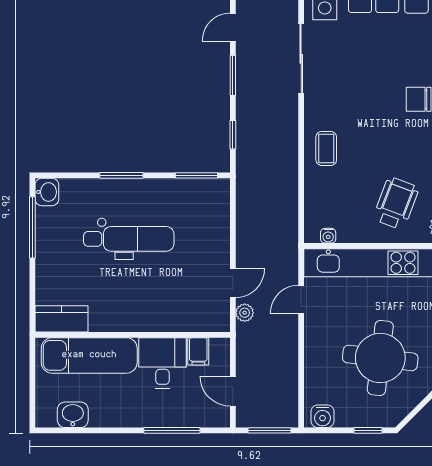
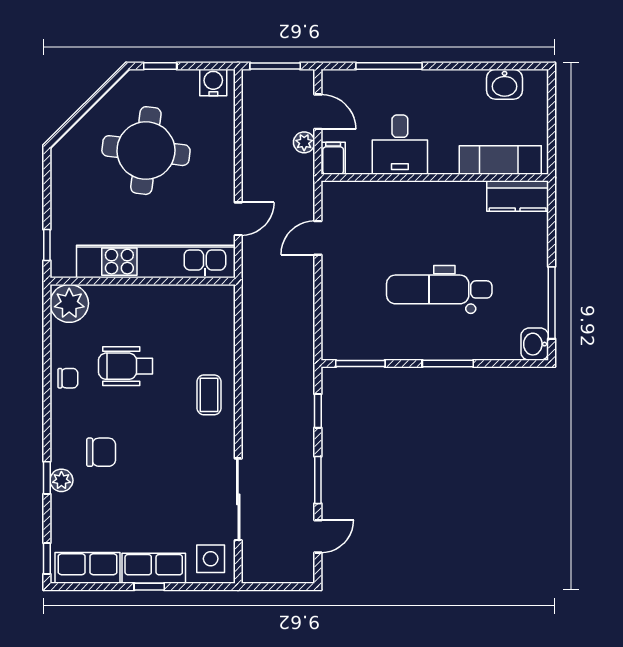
wheelchair: (396, 203) -> (126, 366), moved, turned 69
water cooler: (328, 236) -> (207, 293), removed
plant: (245, 313) -> (304, 142), moved
filing cabinet: (198, 351) -> (333, 158), moved
exam couch: (89, 355) -> (500, 160), width x0.73, depth x0.69

